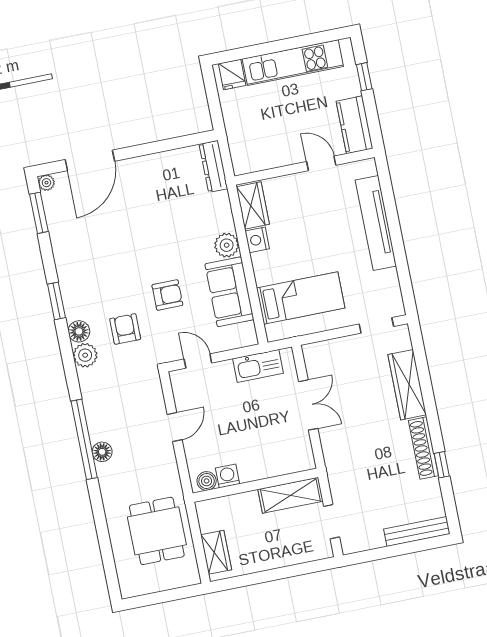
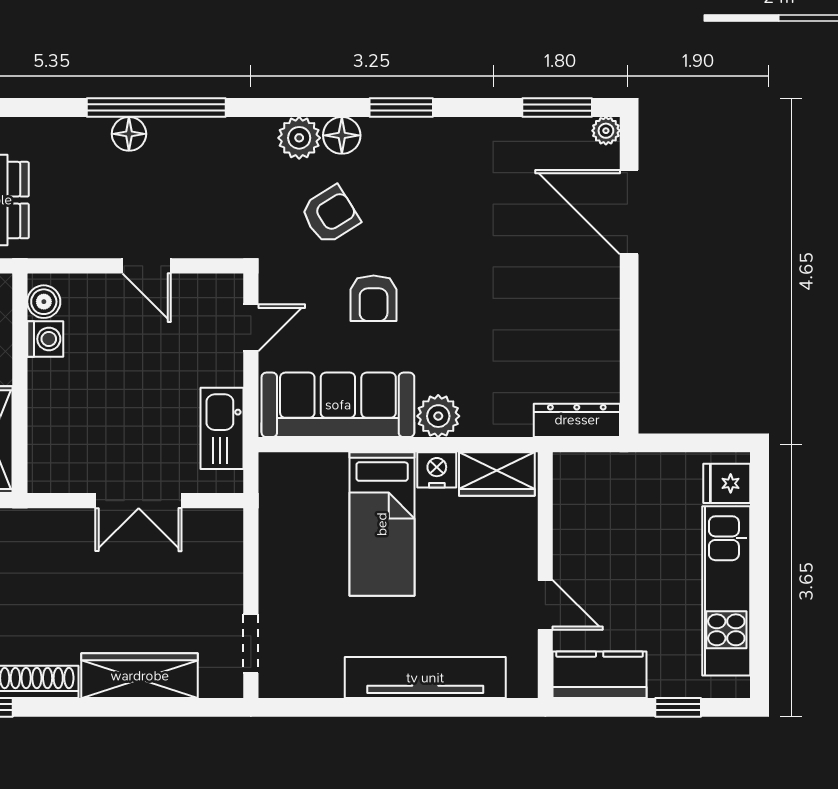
door: (321, 163) -> (545, 605), hinge flipped
sofa: (229, 292) -> (338, 405), width x1.36
bed: (301, 298) -> (382, 524), moved
armchair: (125, 329) -> (330, 215), turned -32

